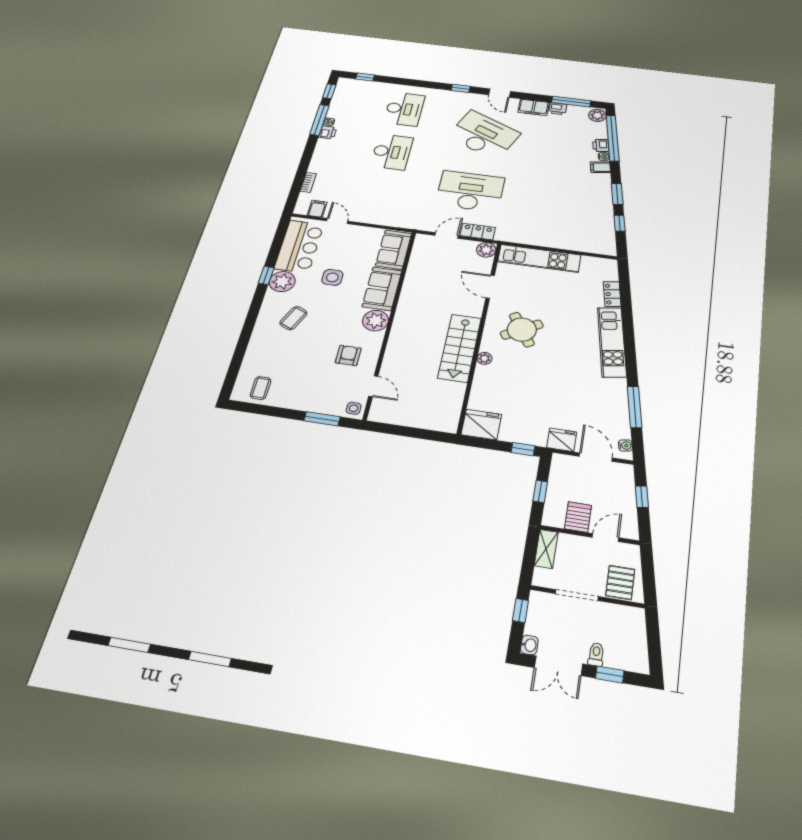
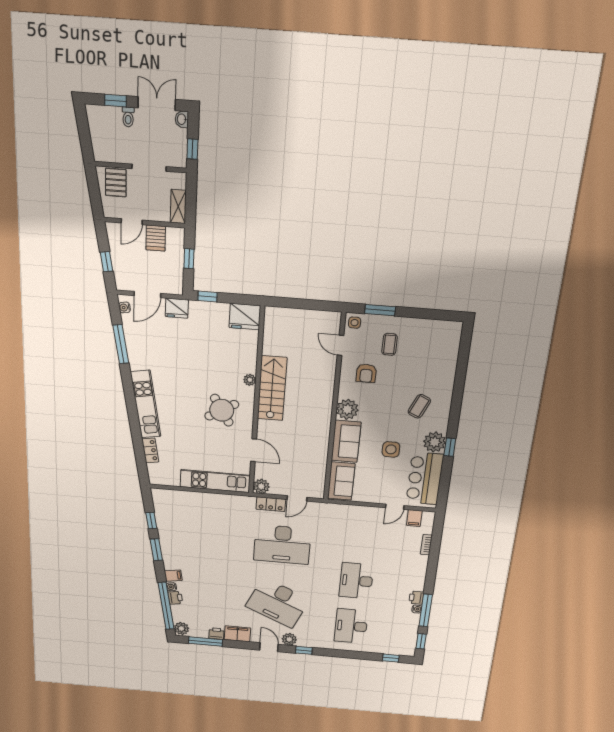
plant: (475, 100) -> (289, 639), added
door: (337, 221) -> (395, 507), hinge flipped
coffee table: (261, 388) -> (390, 344), moved
door: (596, 457) -> (147, 294), hinge flipped

